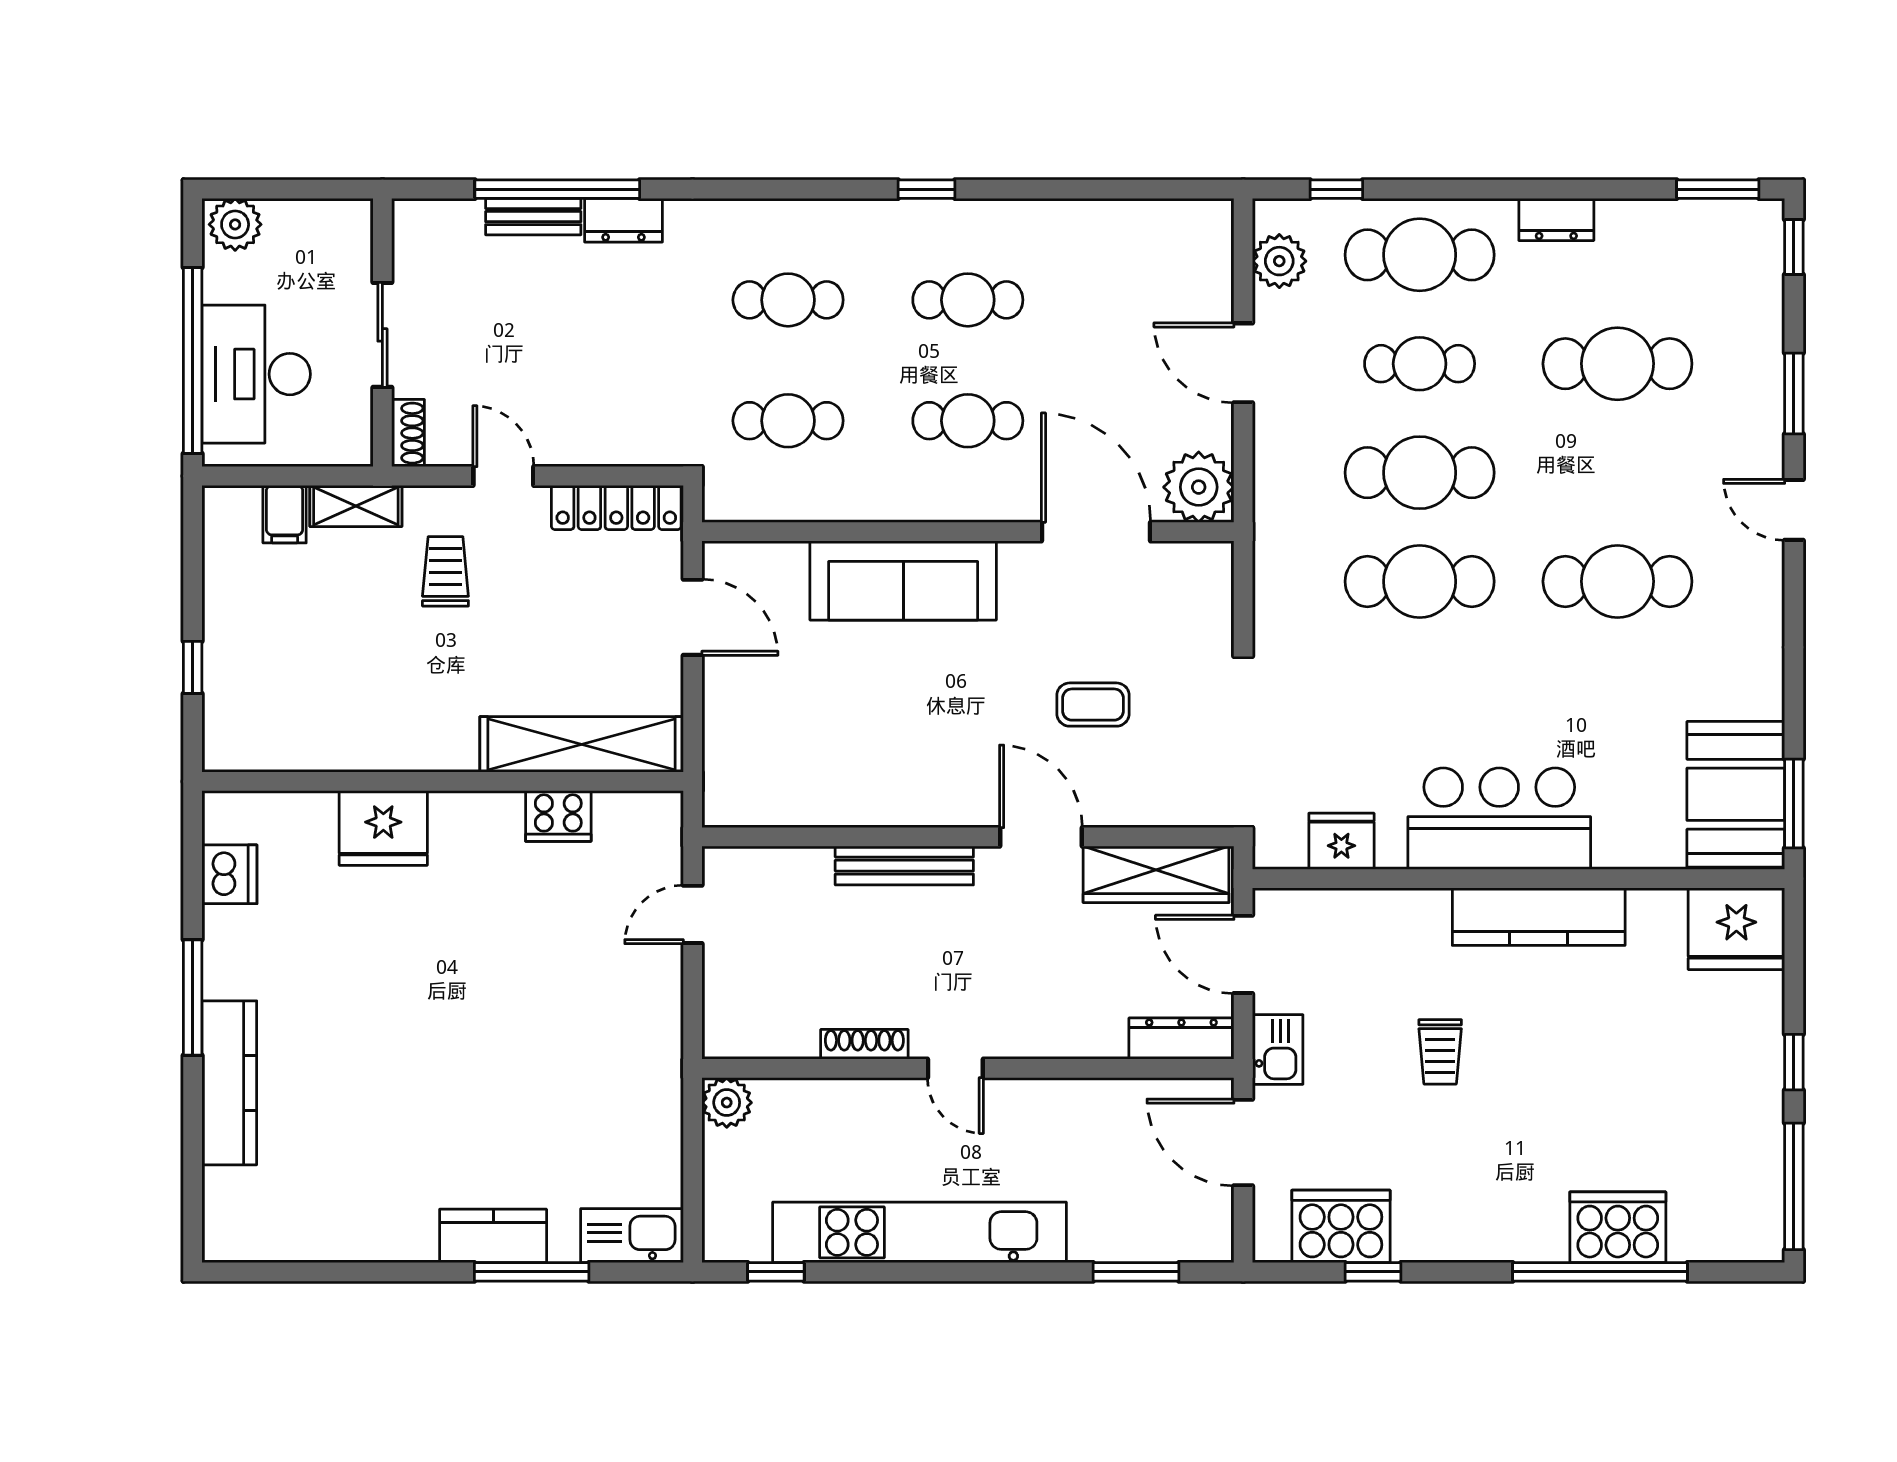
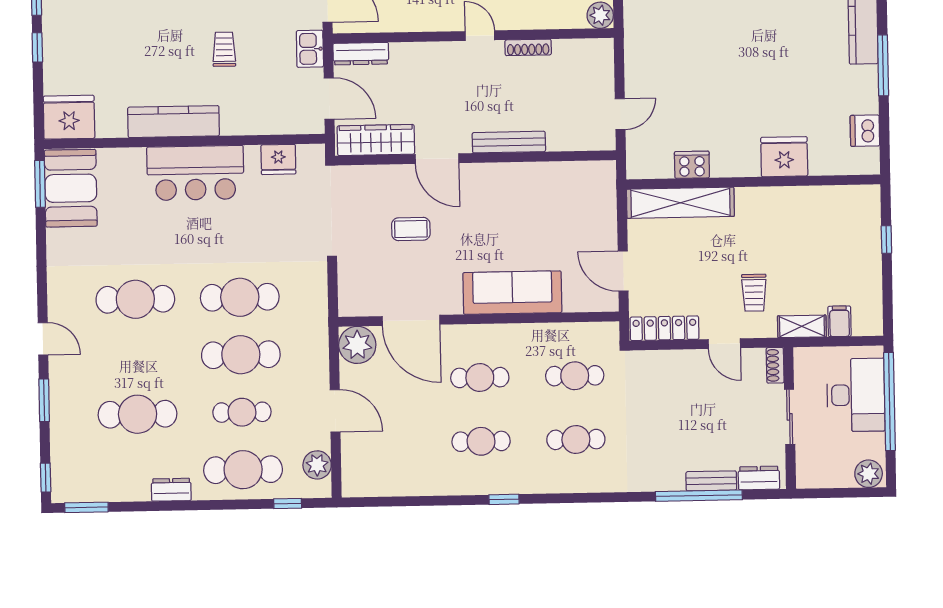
dresser: (624, 220) -> (759, 478), moved

